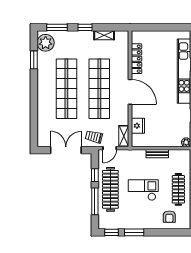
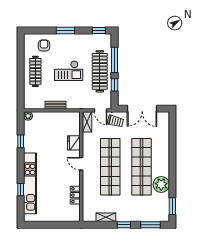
plant: (46, 43) -> (161, 184), moved
locker: (136, 59) -> (75, 195), width x0.66
window: (34, 60) -> (172, 206), moved
door: (130, 92) -> (81, 164), width x0.53
fridge: (138, 126) -> (74, 143), moved
door: (110, 148) -> (101, 110), swing flipped
window: (134, 232) -> (65, 31), moved

